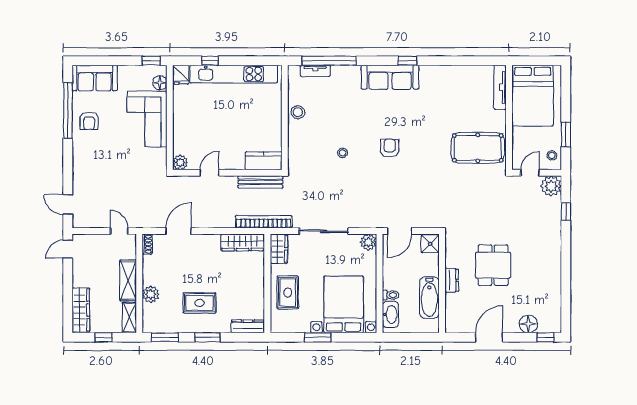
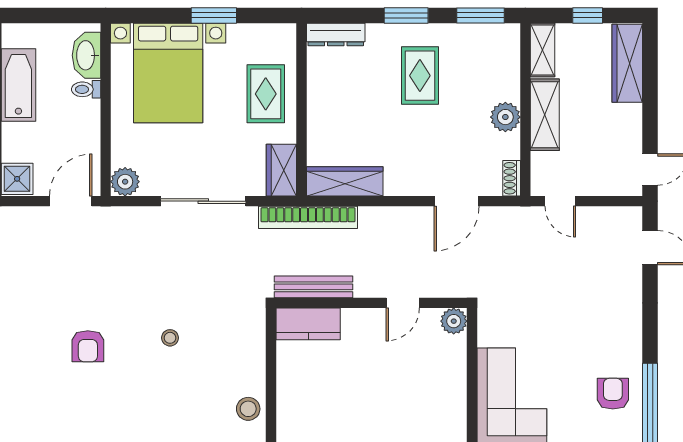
plant: (151, 294) -> (505, 117), moved
rug: (200, 303) -> (420, 76), turned 90

